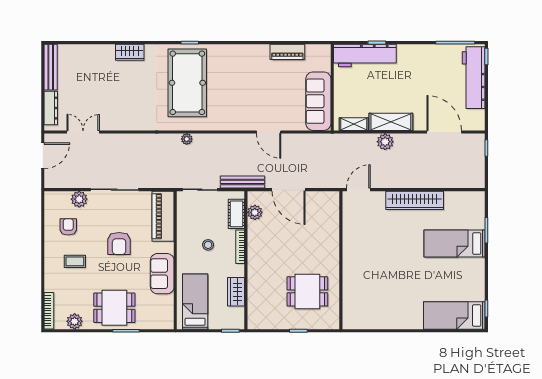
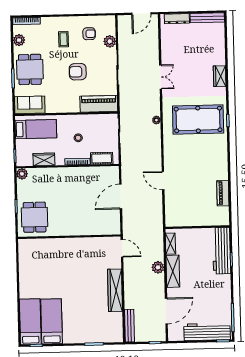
sofa: (318, 101) -> (187, 217), removed
double door: (83, 132) -> (161, 77), moved
door: (269, 132) -> (163, 181), hinge flipped
door: (43, 156) -> (141, 14), hinge flipped
bench: (242, 182) -> (130, 326), moved
plant: (255, 212) -> (22, 174), moved
bed: (455, 244) -> (52, 321), moved
sofa: (162, 274) -> (30, 105), moved
dining table: (307, 291) -> (35, 217), moved

